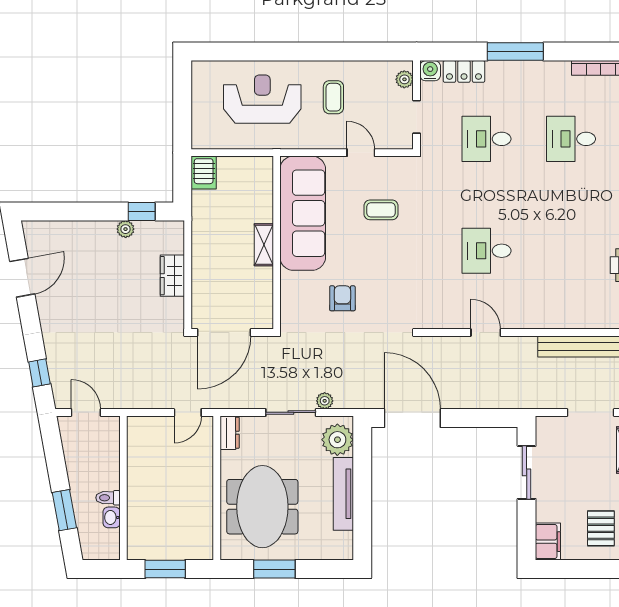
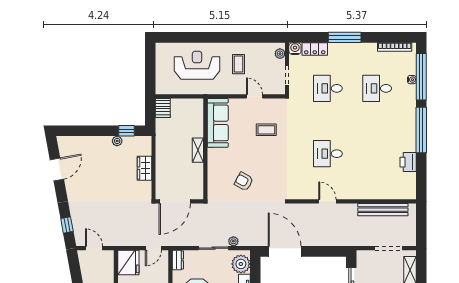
sofa: (303, 213) -> (218, 123), width x0.74, depth x0.79
armchair: (342, 298) -> (244, 181), turned -61
fridge: (145, 437) -> (128, 262), added

